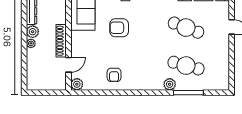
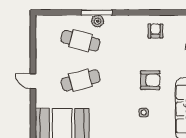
cafe table: (186, 28) -> (81, 80), turned -36
window: (188, 93) -> (97, 13), moved

